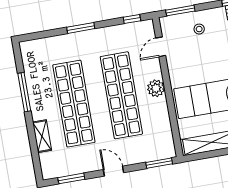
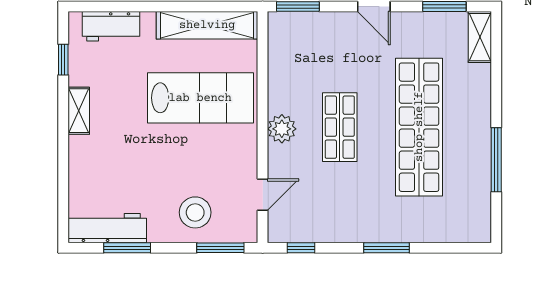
stool: (199, 29) -> (195, 212), width x1.89, depth x1.89
shop shelf: (121, 95) -> (340, 127), width x0.50, depth x0.74
shelving: (42, 136) -> (480, 37), moved

